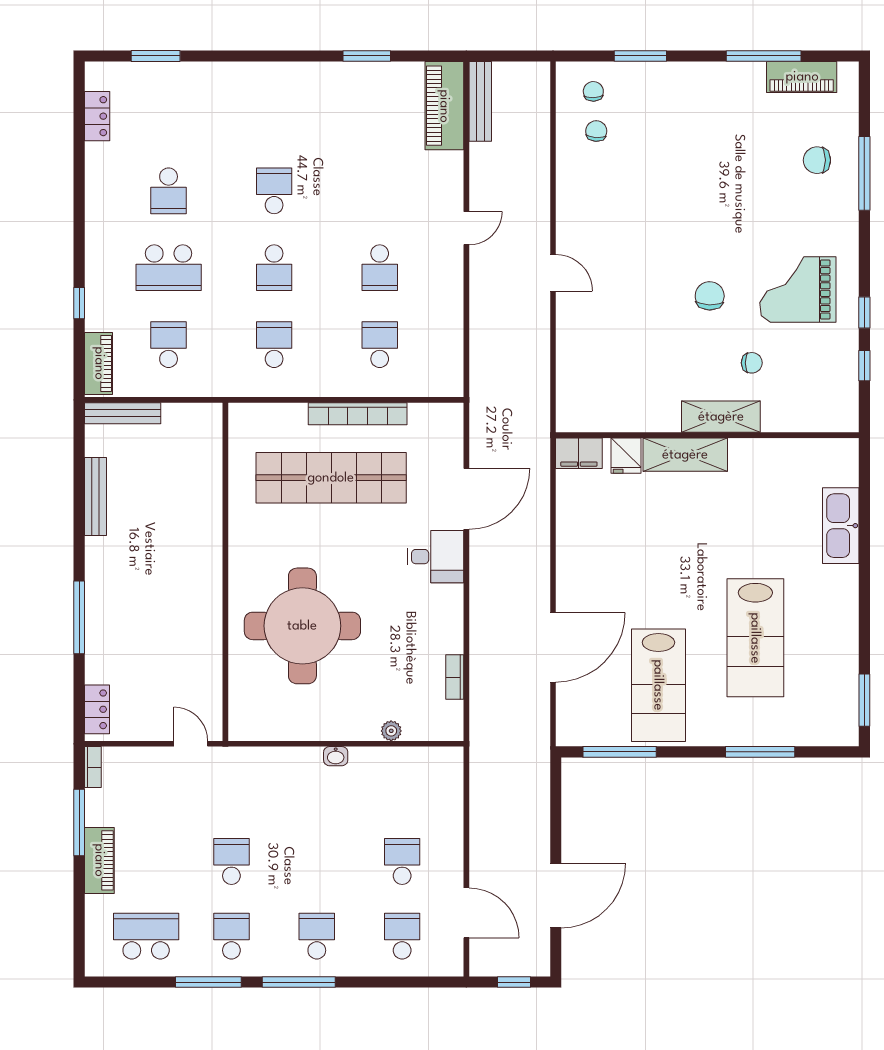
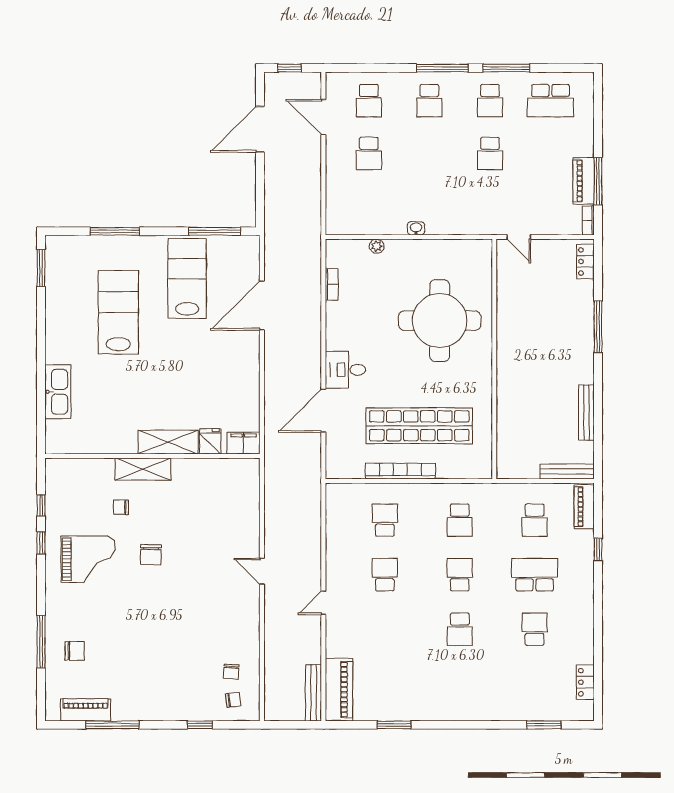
window: (640, 56) -> (200, 725), width x0.67
chair: (593, 91) -> (233, 700), turned -95
school desk: (380, 345) -> (385, 520), turned 180
piano: (99, 860) -> (584, 181), moved

